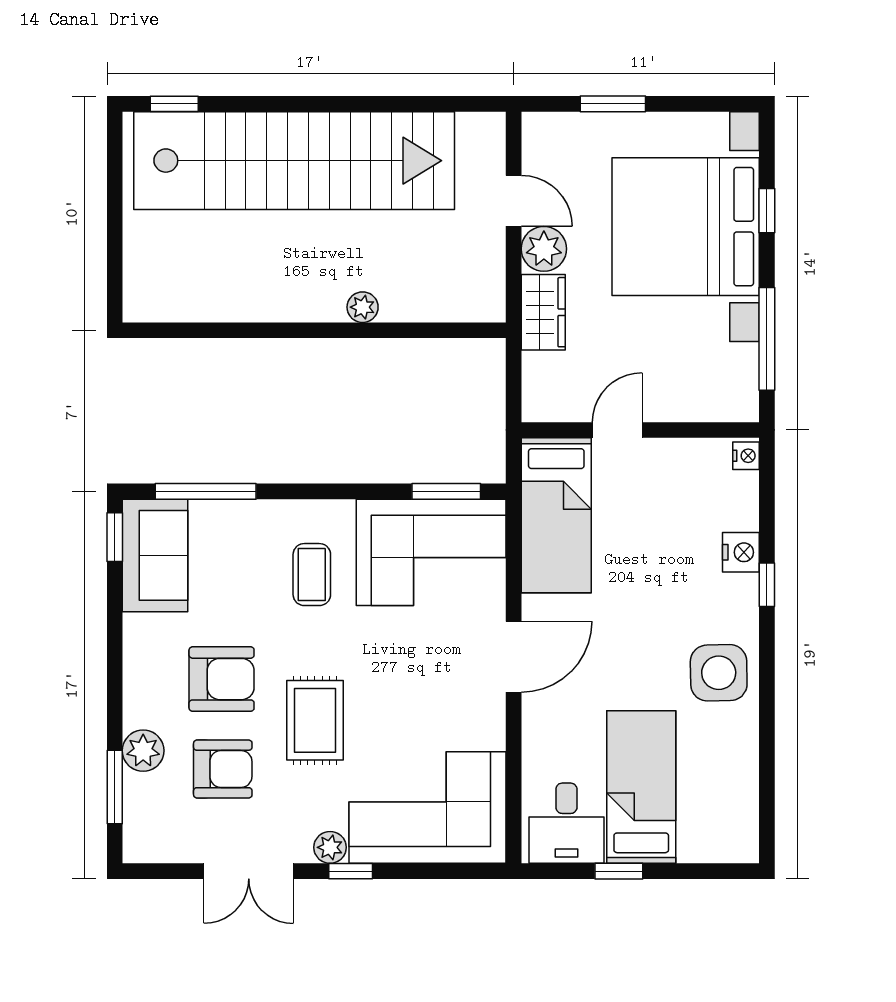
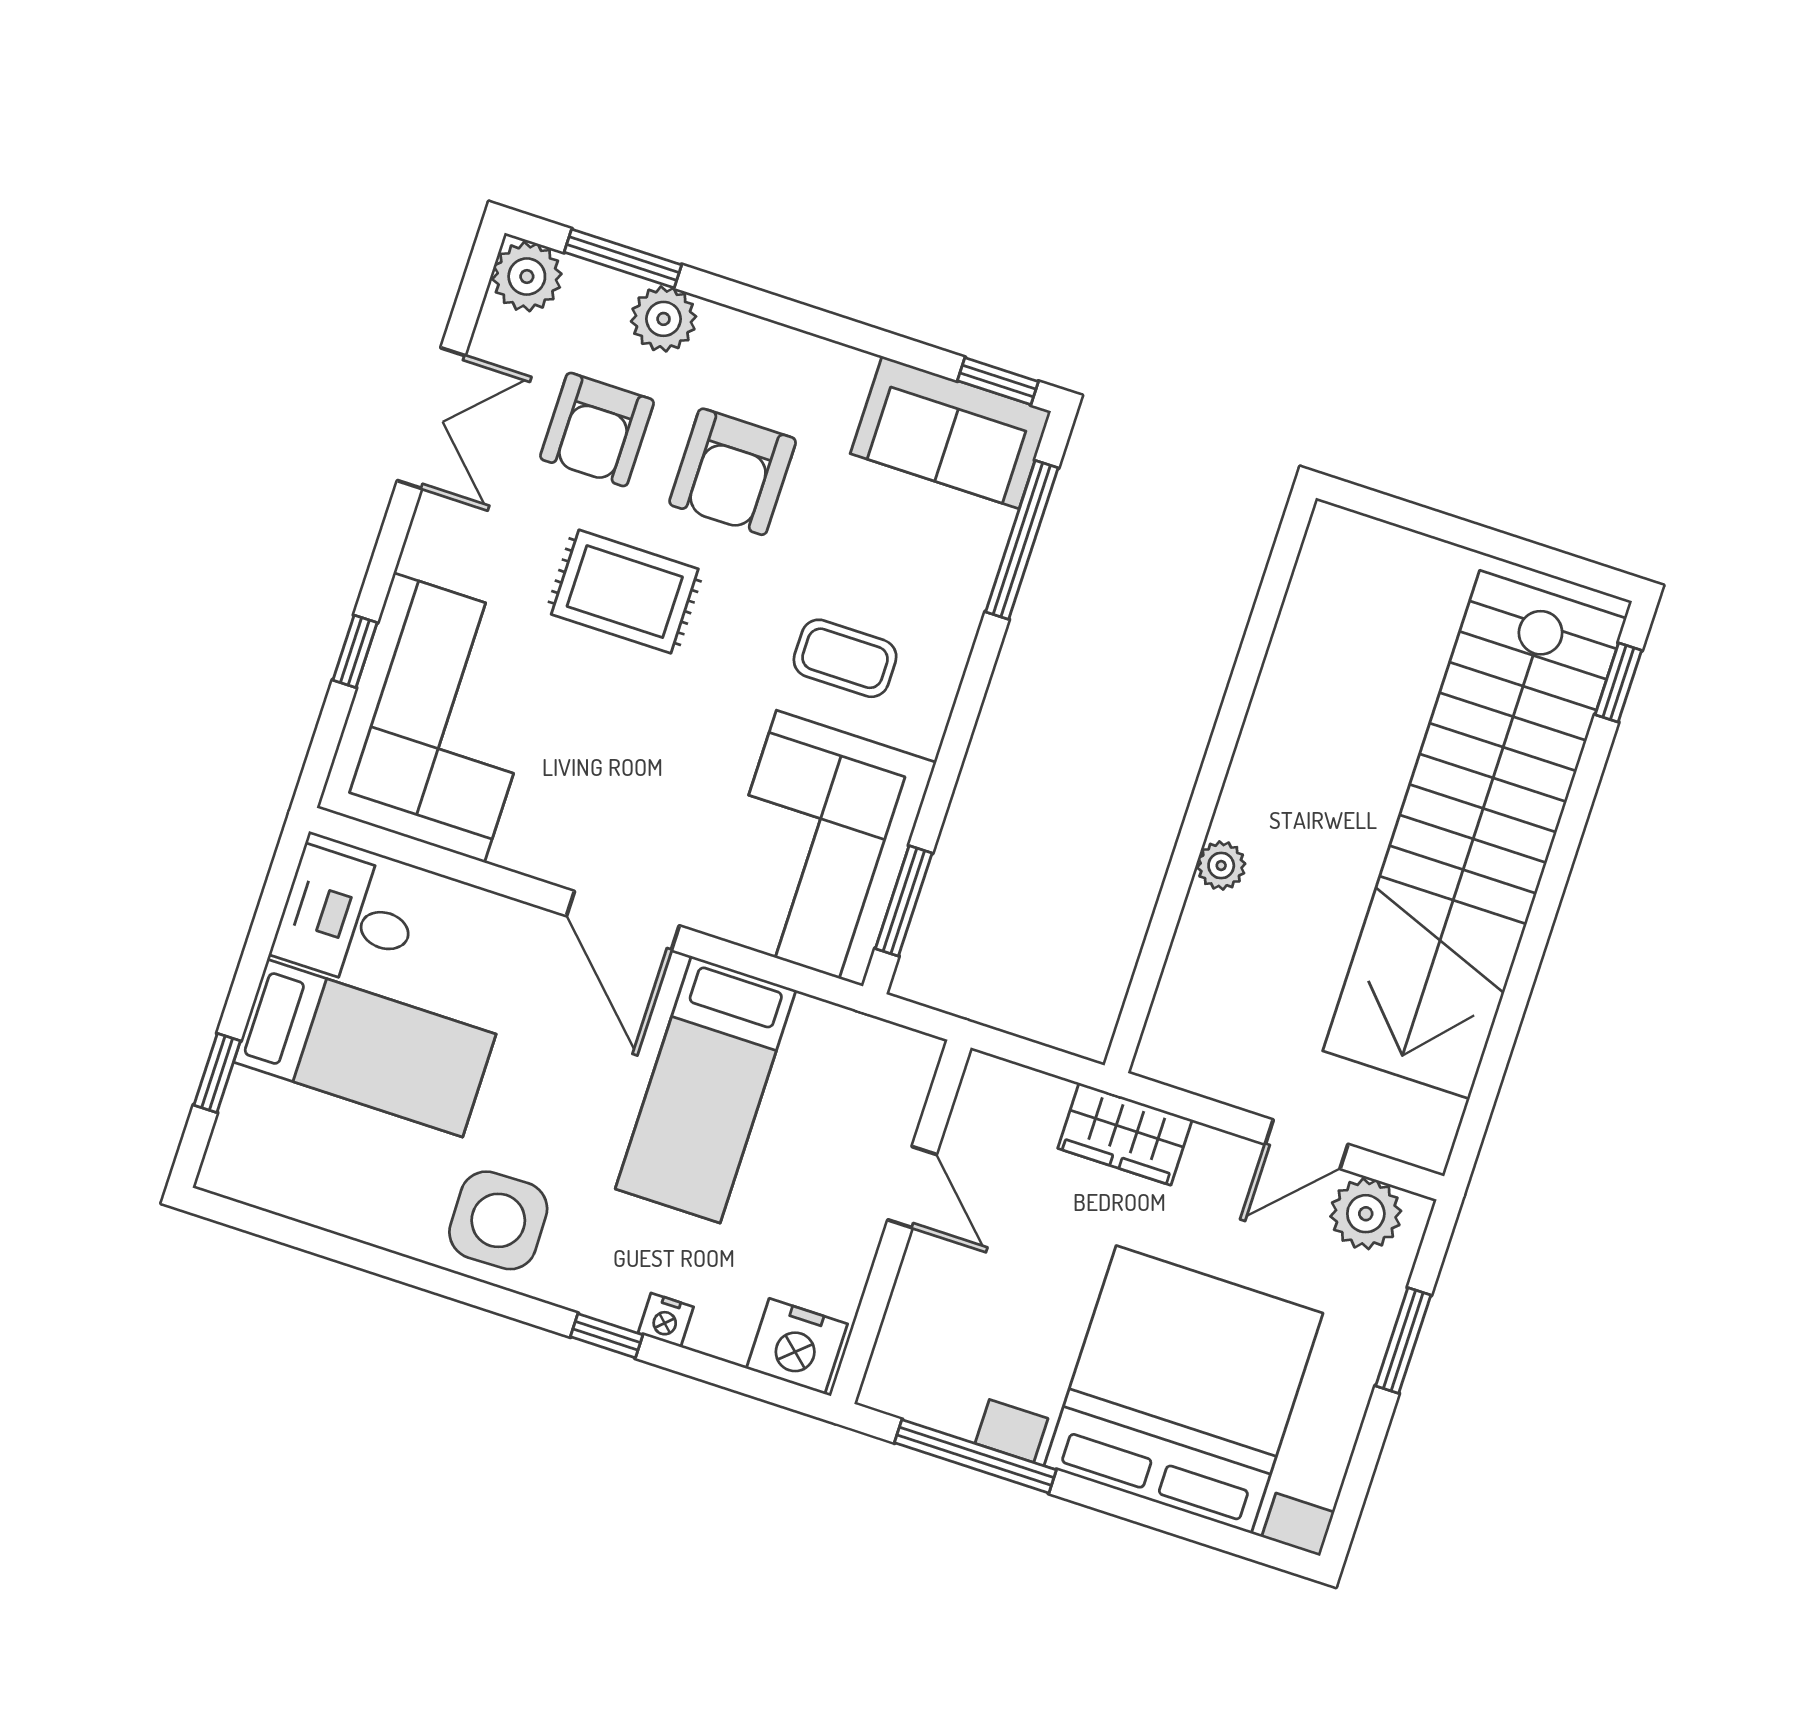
window: (767, 211) -> (1168, 1519), removed
plant: (544, 249) -> (1366, 1214), moved
nightstand: (746, 456) -> (797, 1346), width x1.89, depth x1.79
bed: (556, 515) -> (706, 1090), moved, turned -90
nightstand: (741, 552) -> (666, 1320), width x0.72, depth x0.74
plant: (330, 847) -> (527, 277), moved, width x1.38, depth x1.38
double door: (249, 871) -> (431, 418), swing flipped
window: (351, 871) -> (355, 651), moved
window: (619, 871) -> (217, 1073), moved

